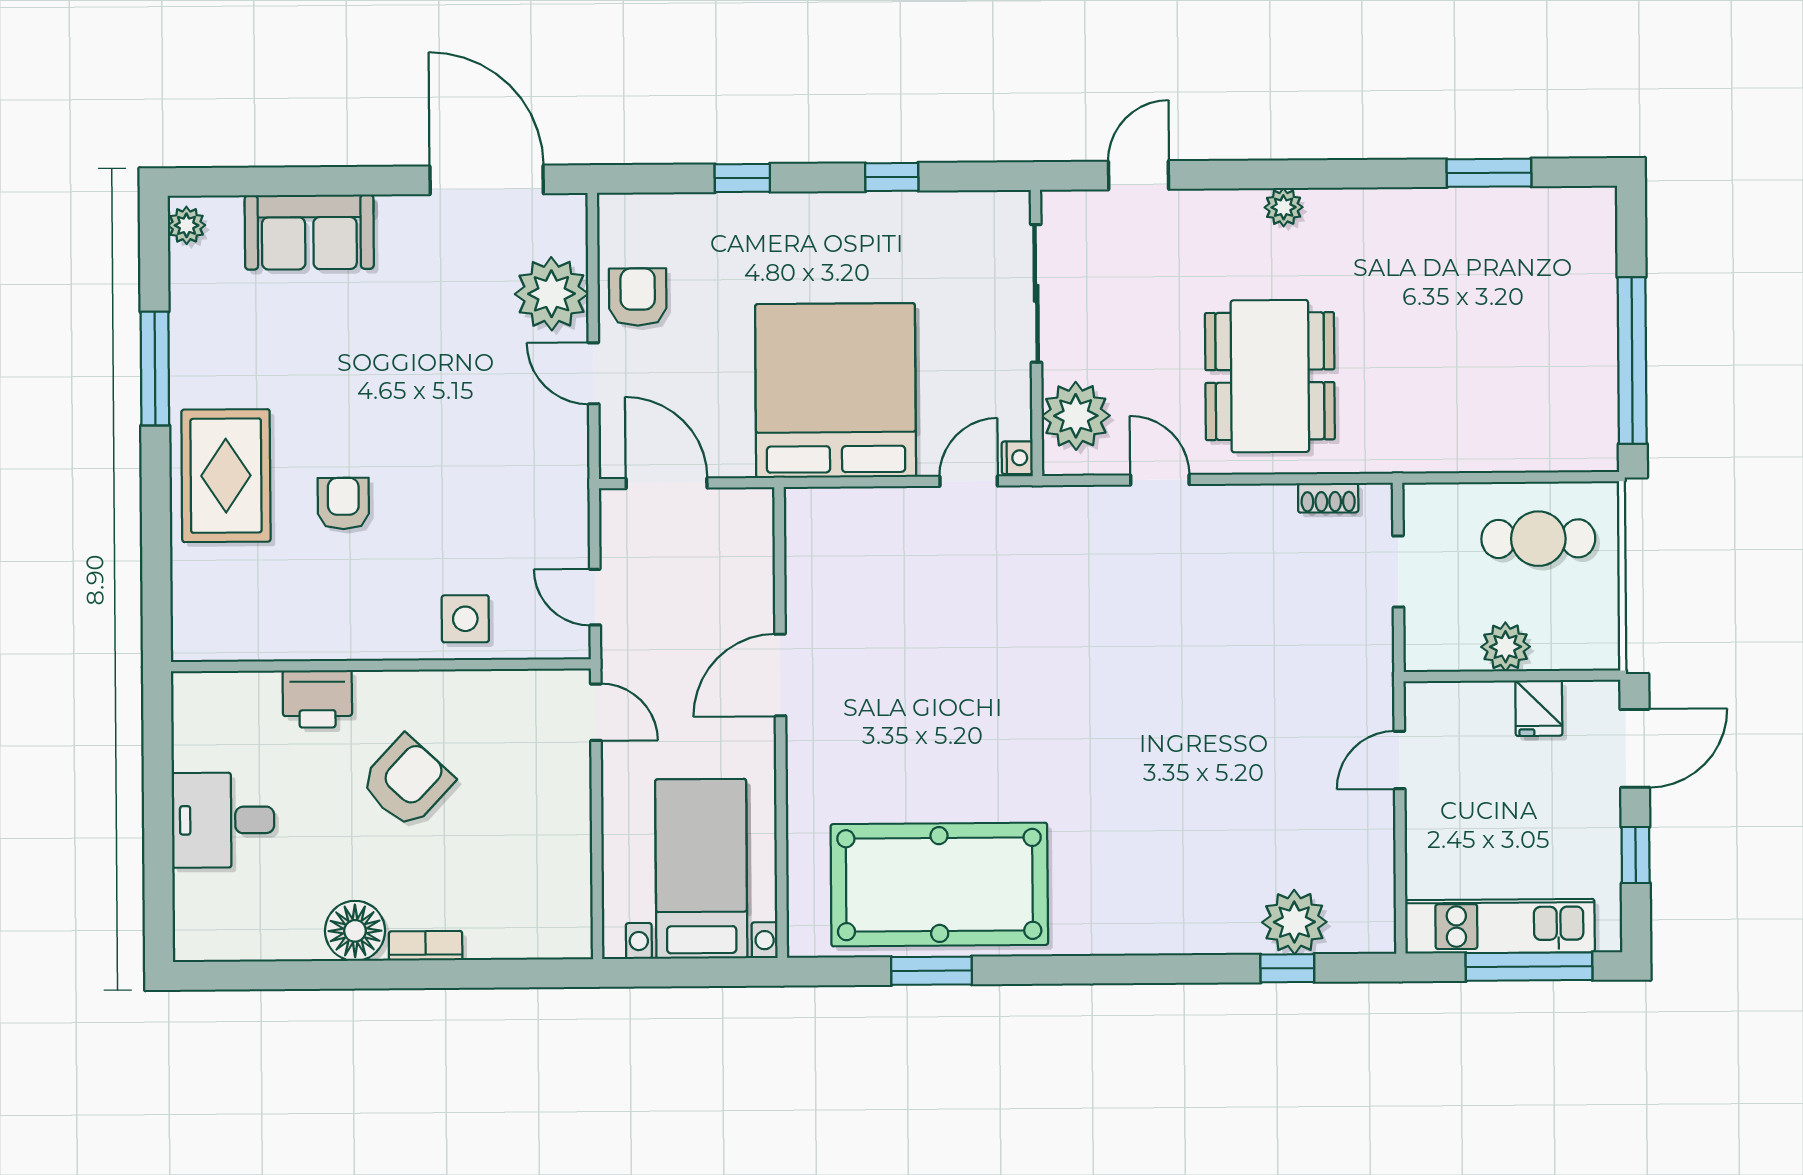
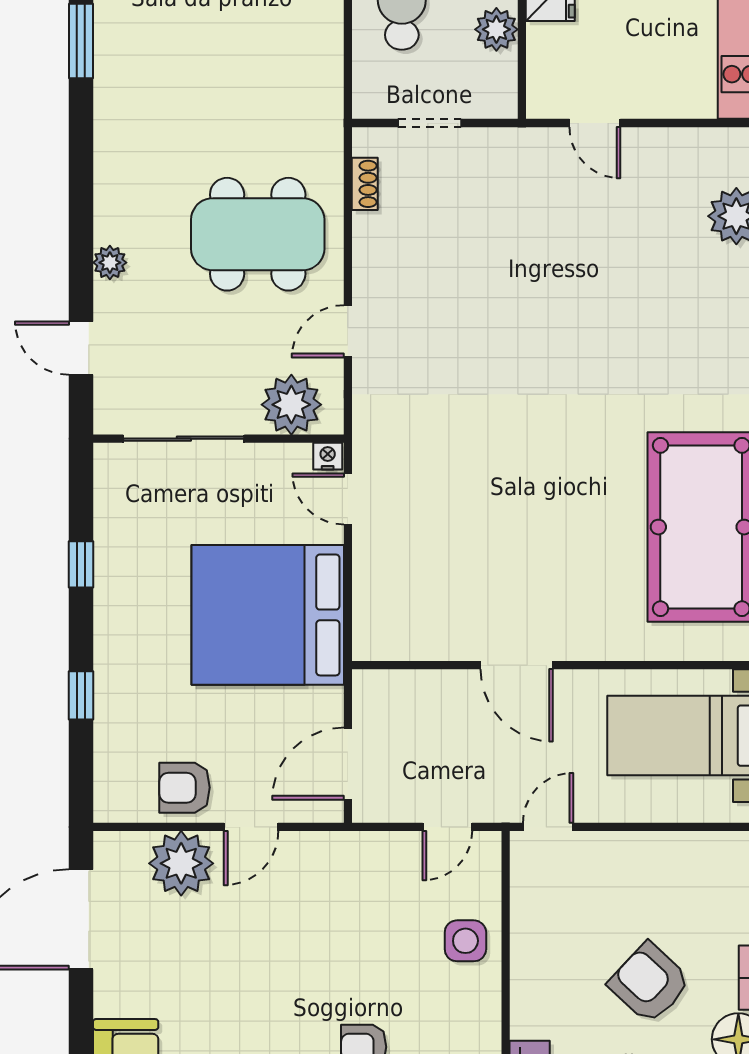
plant: (1284, 207) -> (110, 263), moved
armchair: (407, 782) -> (649, 983), moved

